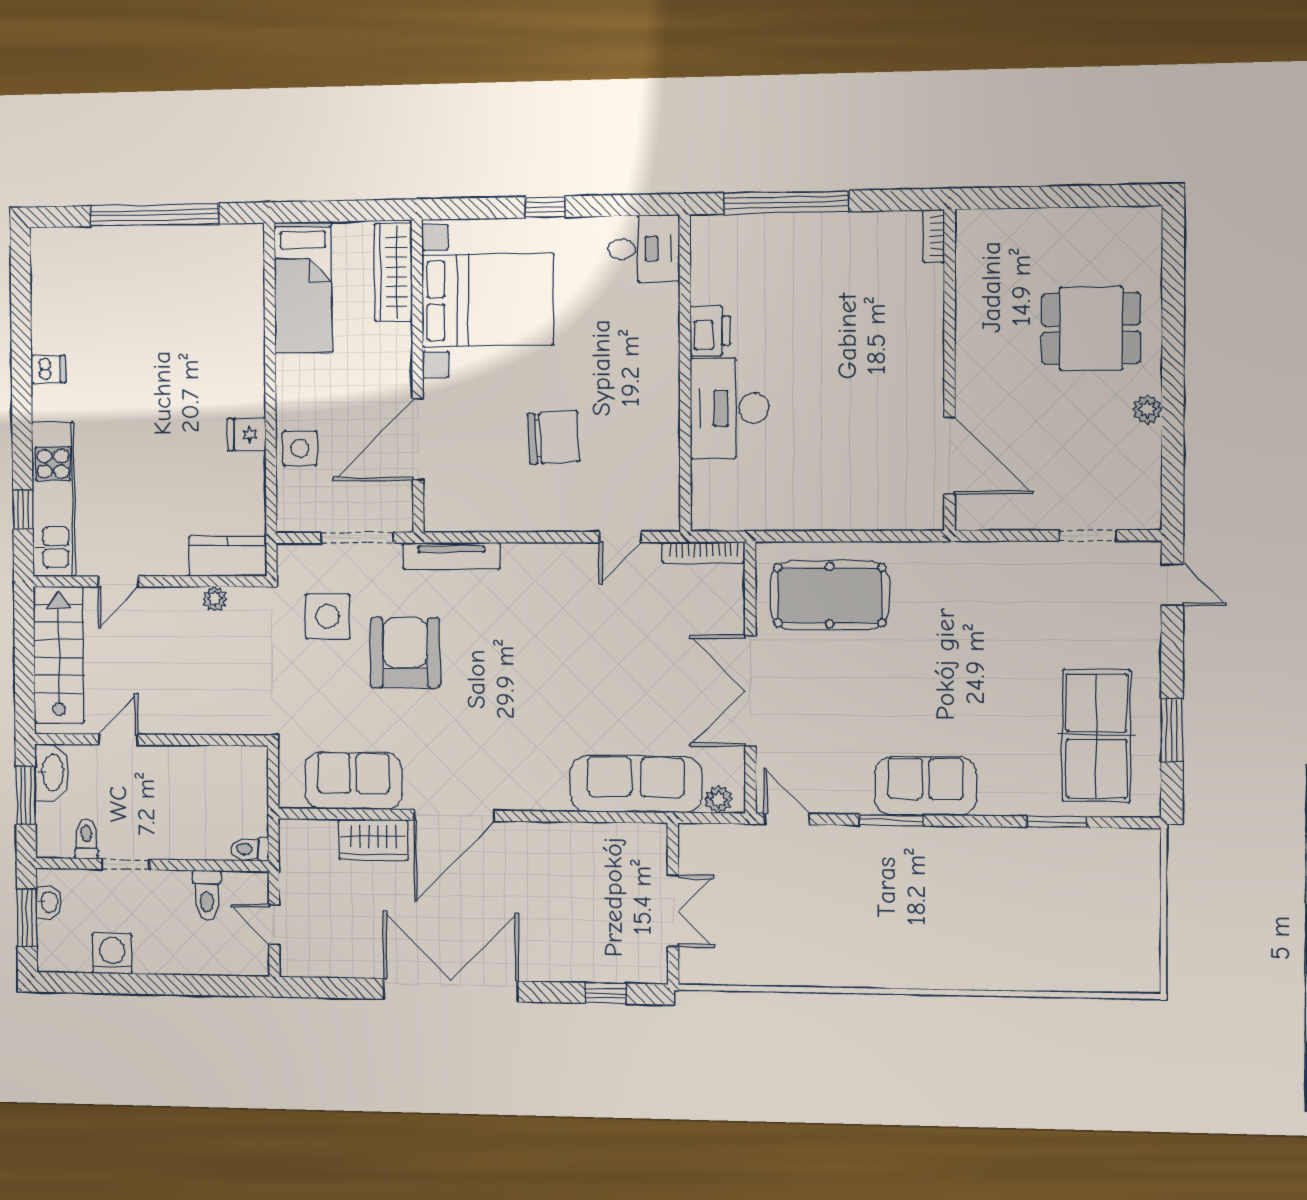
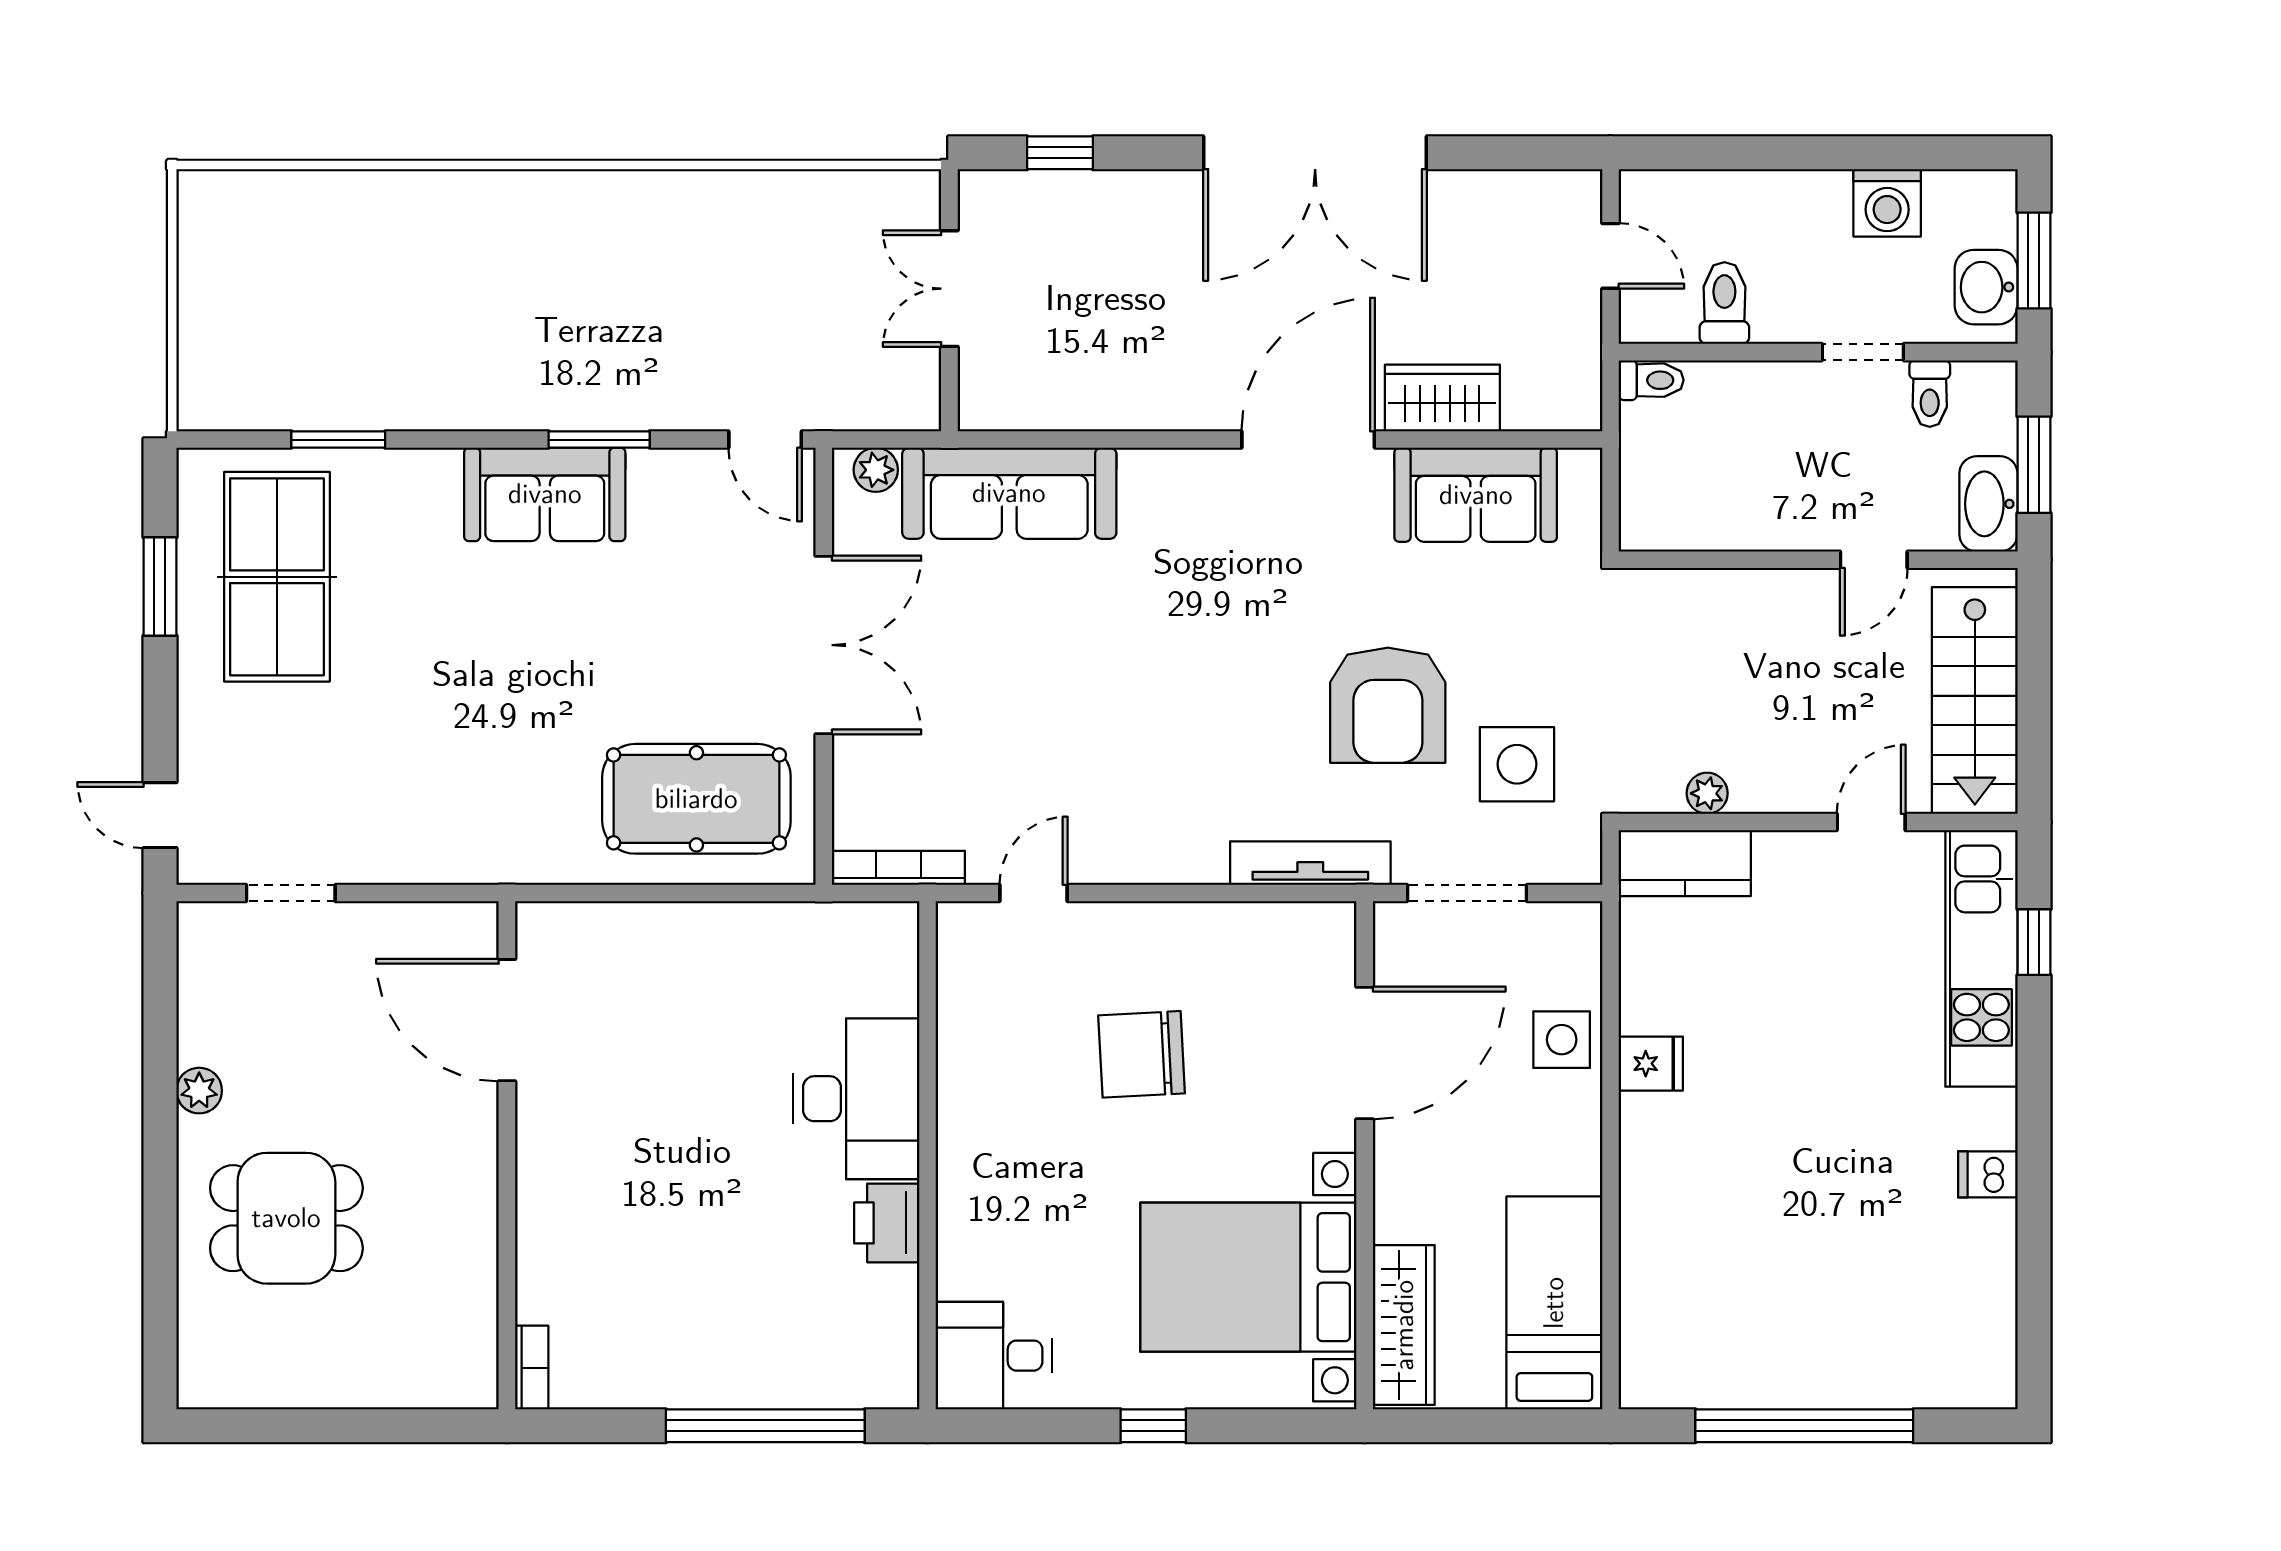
washbasin: (49, 902) -> (1986, 287), width x1.38, depth x1.45

